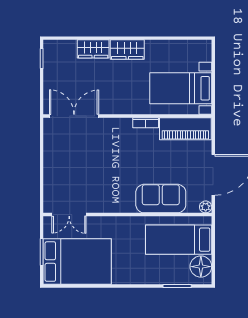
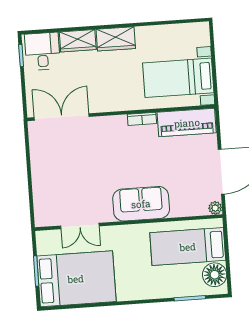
desk: (61, 56) -> (42, 51), added
sofa: (161, 199) -> (141, 204), moved
double door: (69, 215) -> (80, 226), moved

